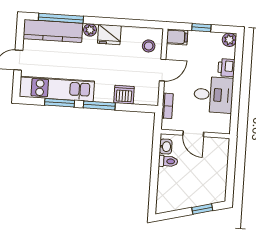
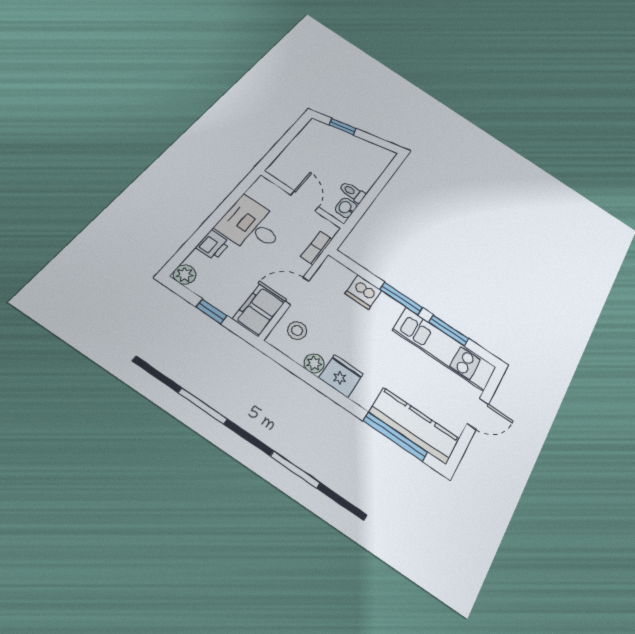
plant: (90, 30) -> (314, 363), moved
filing cabinet: (177, 37) -> (259, 310), width x2.00

